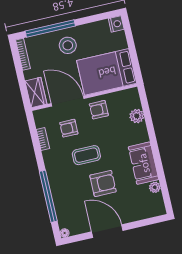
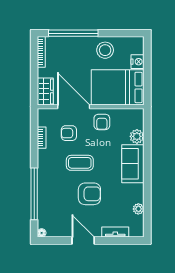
nightstand: (116, 24) -> (138, 62), moved
stool: (68, 45) -> (105, 50), moved
armchair: (99, 110) -> (102, 122), turned -90
sofa: (144, 163) -> (133, 164), moved
tv unit: (137, 215) -> (115, 232), added
door: (107, 231) -> (83, 240), width x0.73

